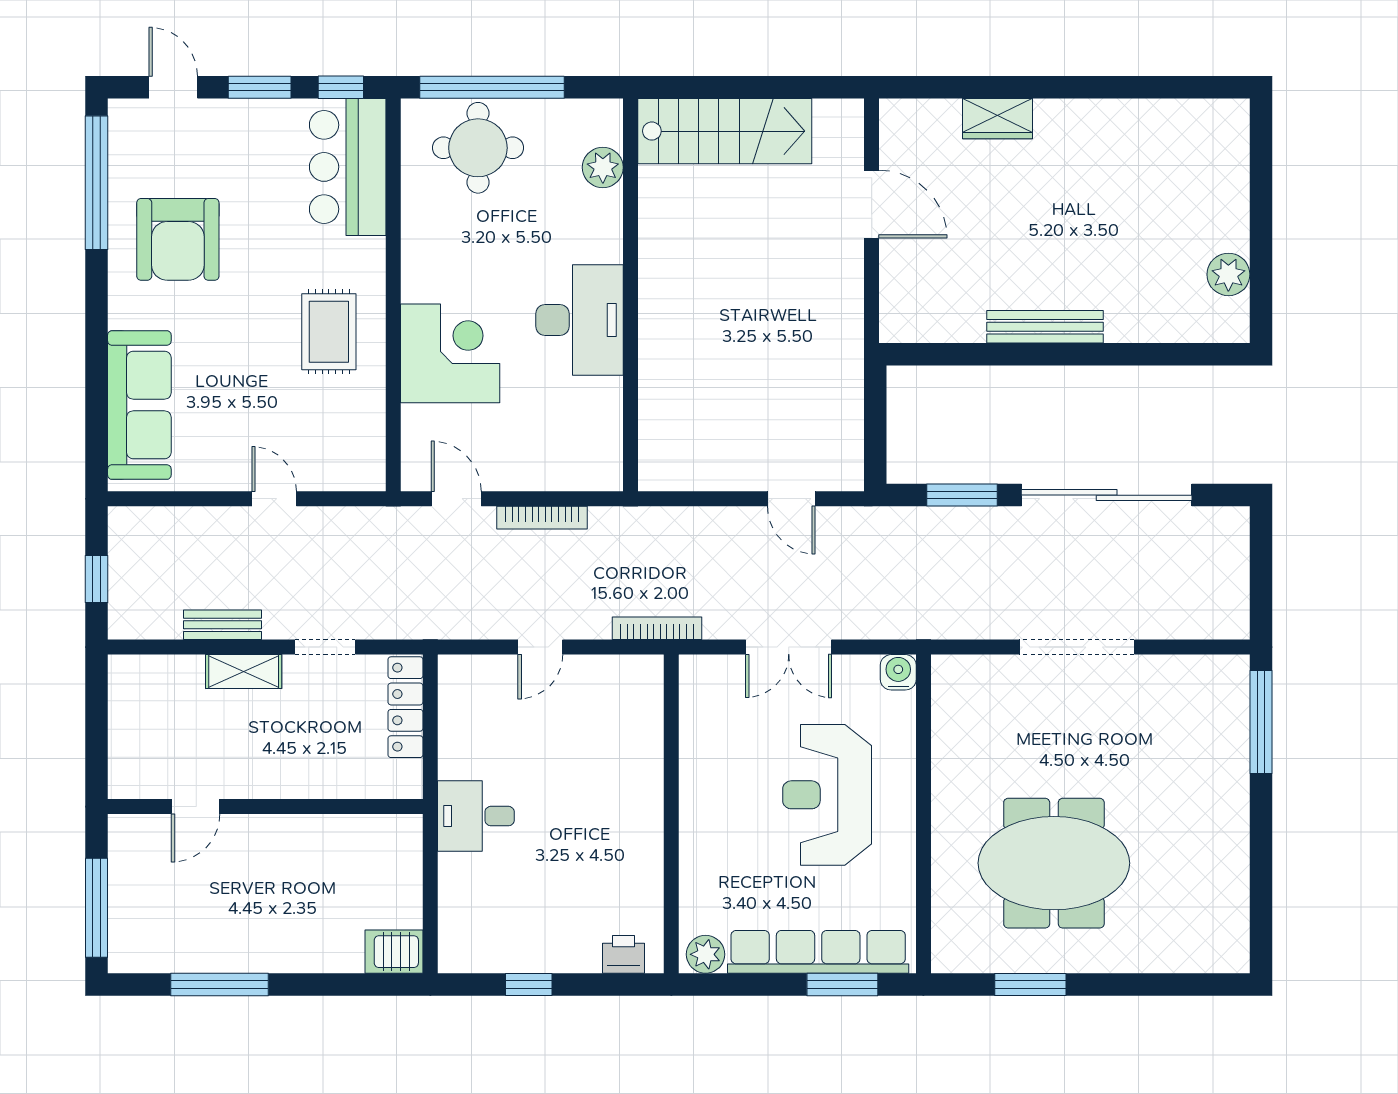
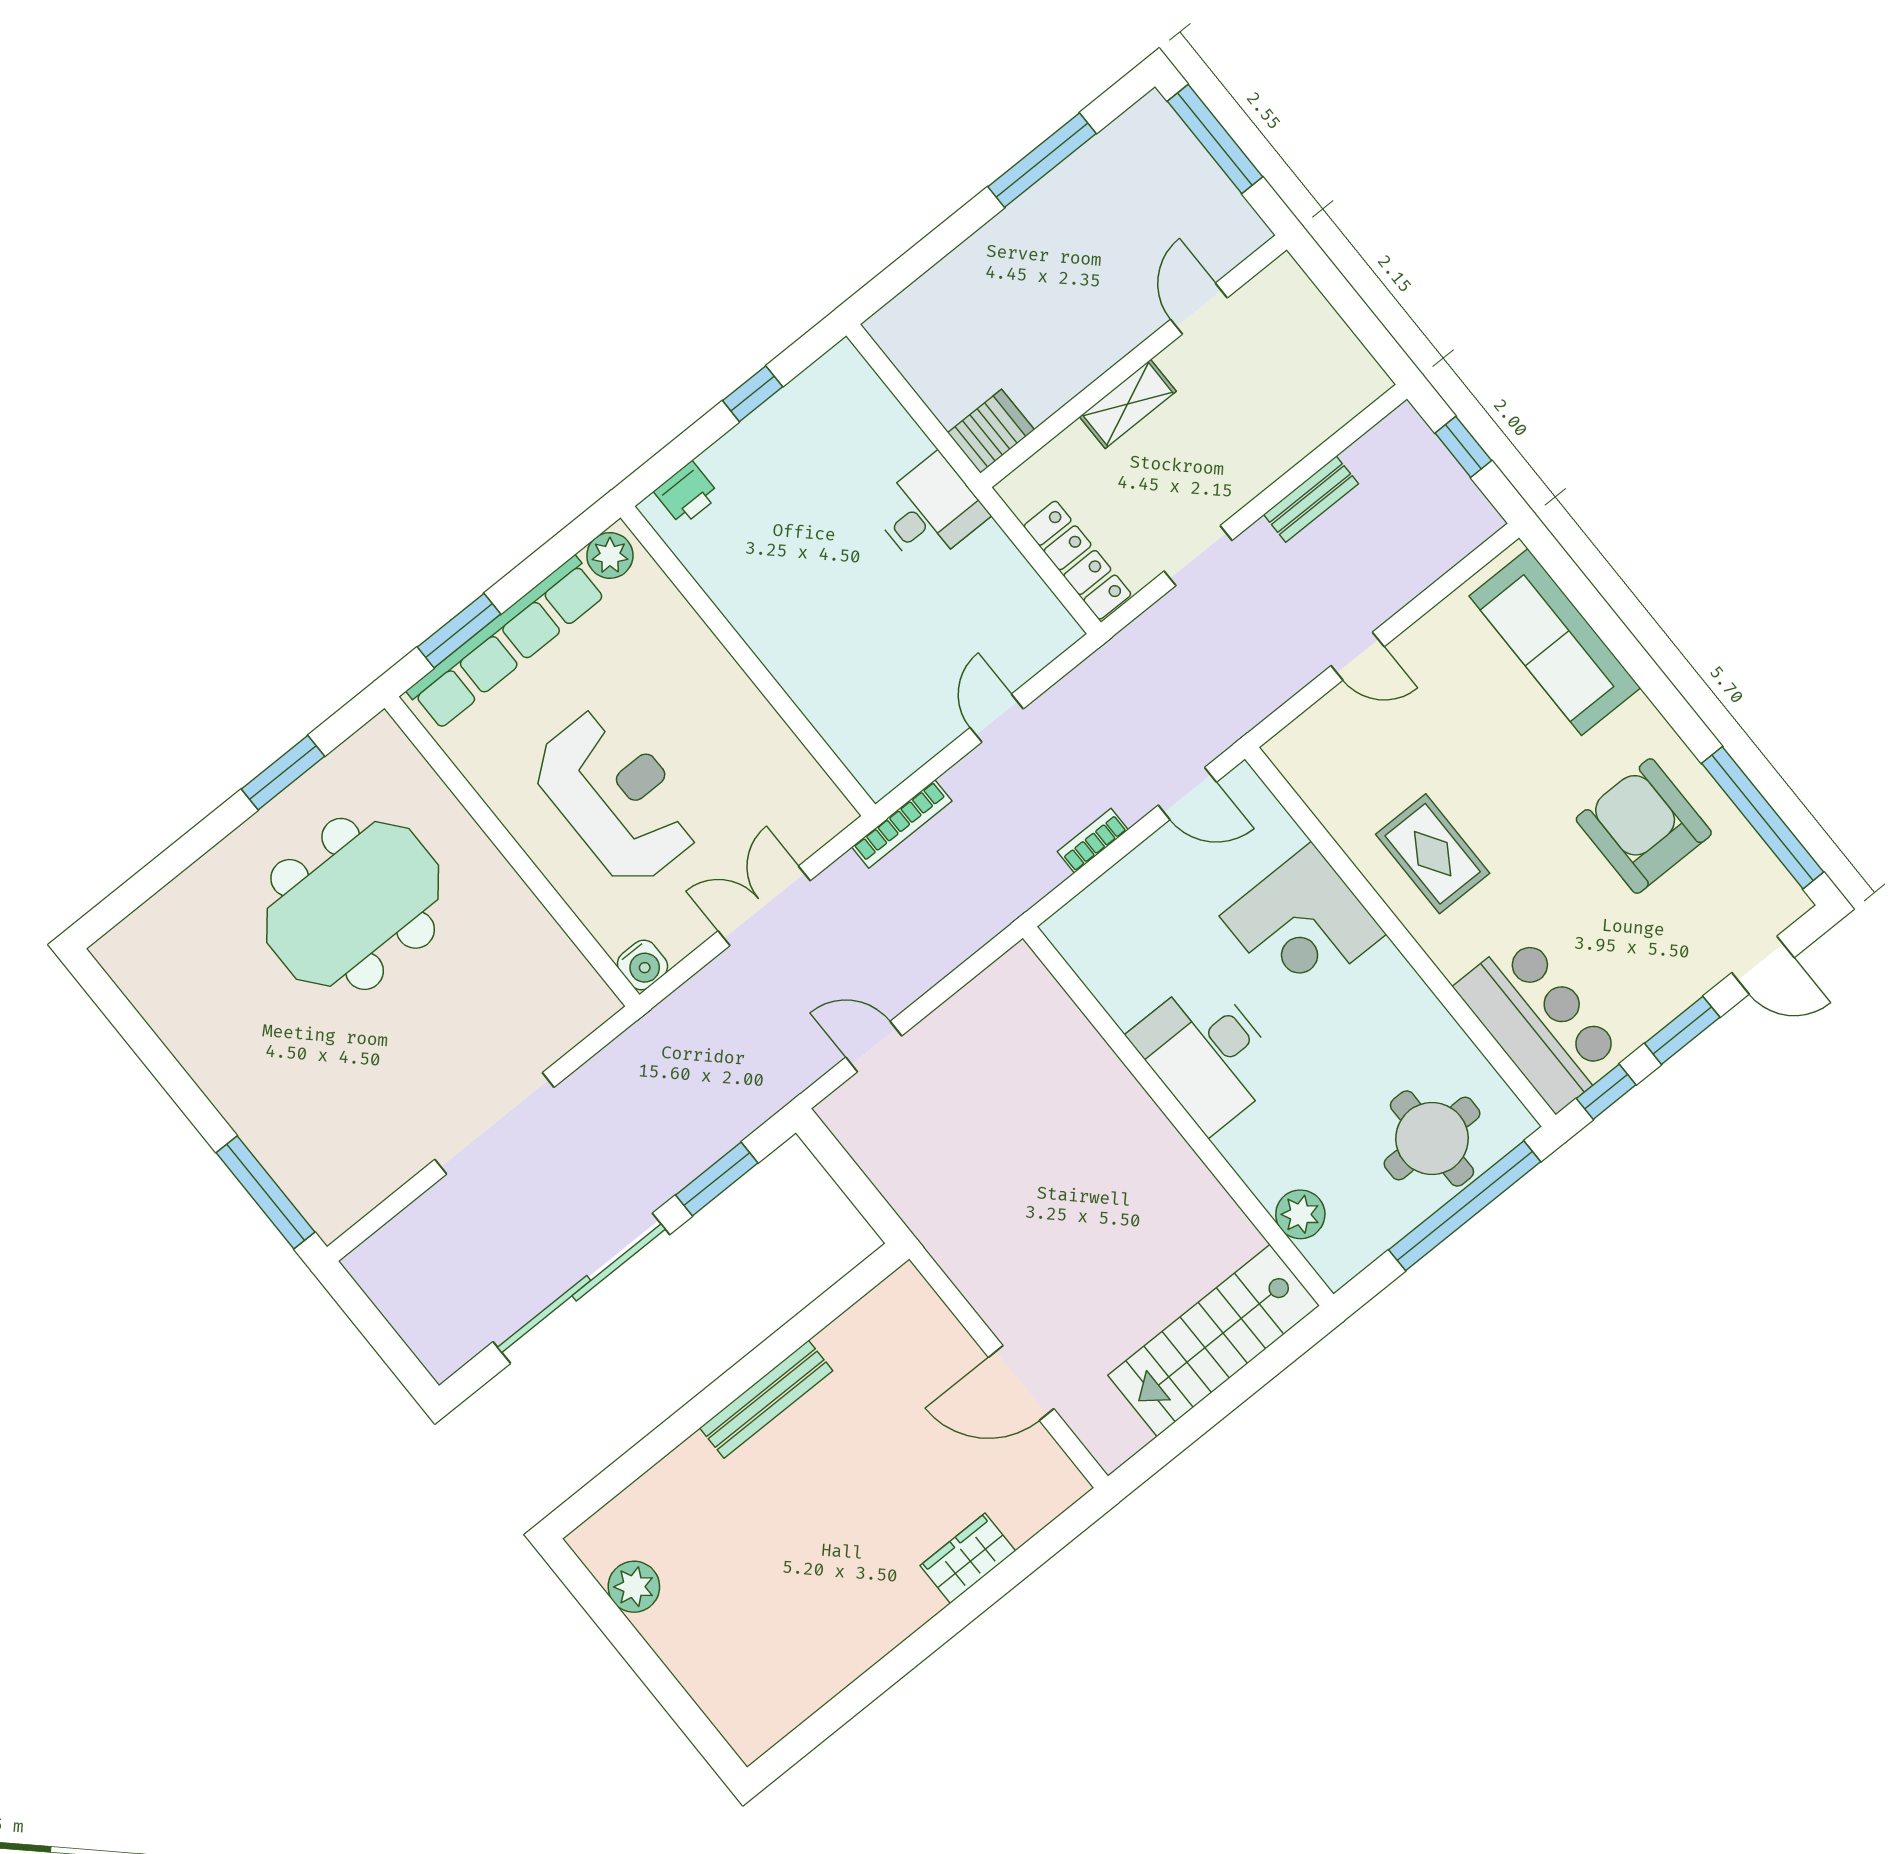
bookcase: (542, 518) -> (1093, 841), width x0.64
shelving: (244, 672) -> (1128, 404), moved
server rack: (394, 952) -> (991, 431), moved

